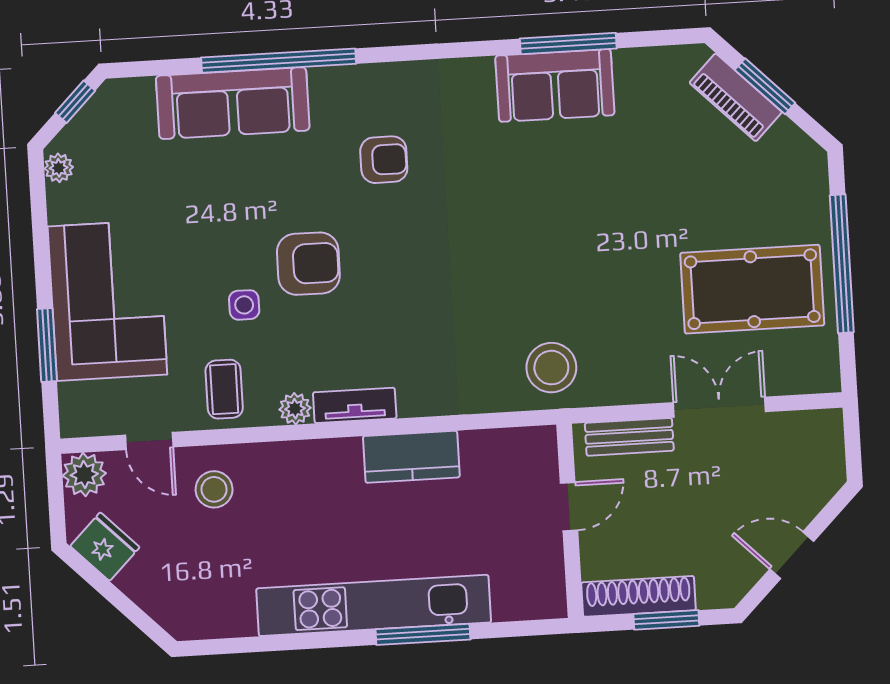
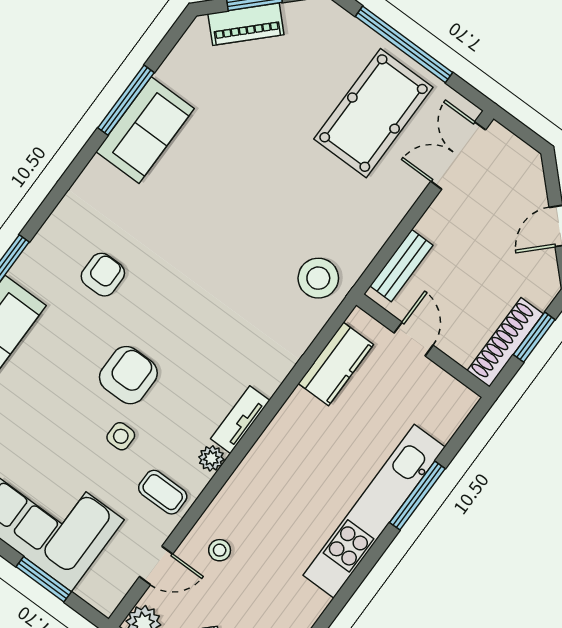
double door: (719, 407) -> (458, 156), moved
kitchen counter: (411, 457) -> (336, 364), moved
stool: (214, 489) -> (220, 550), width x0.73, depth x0.73

